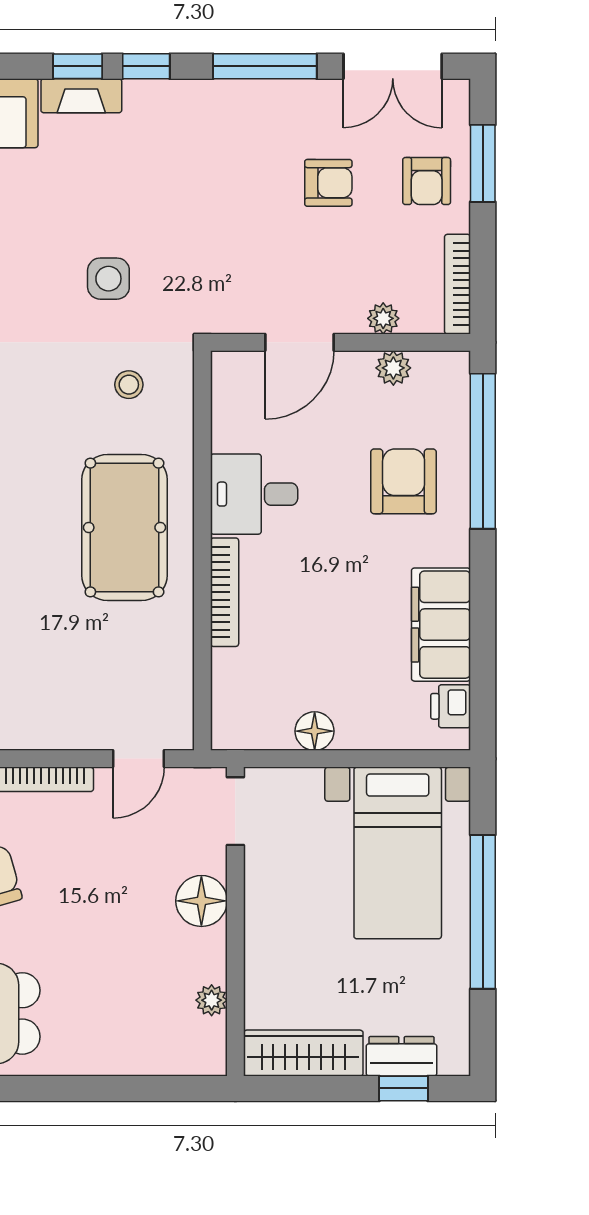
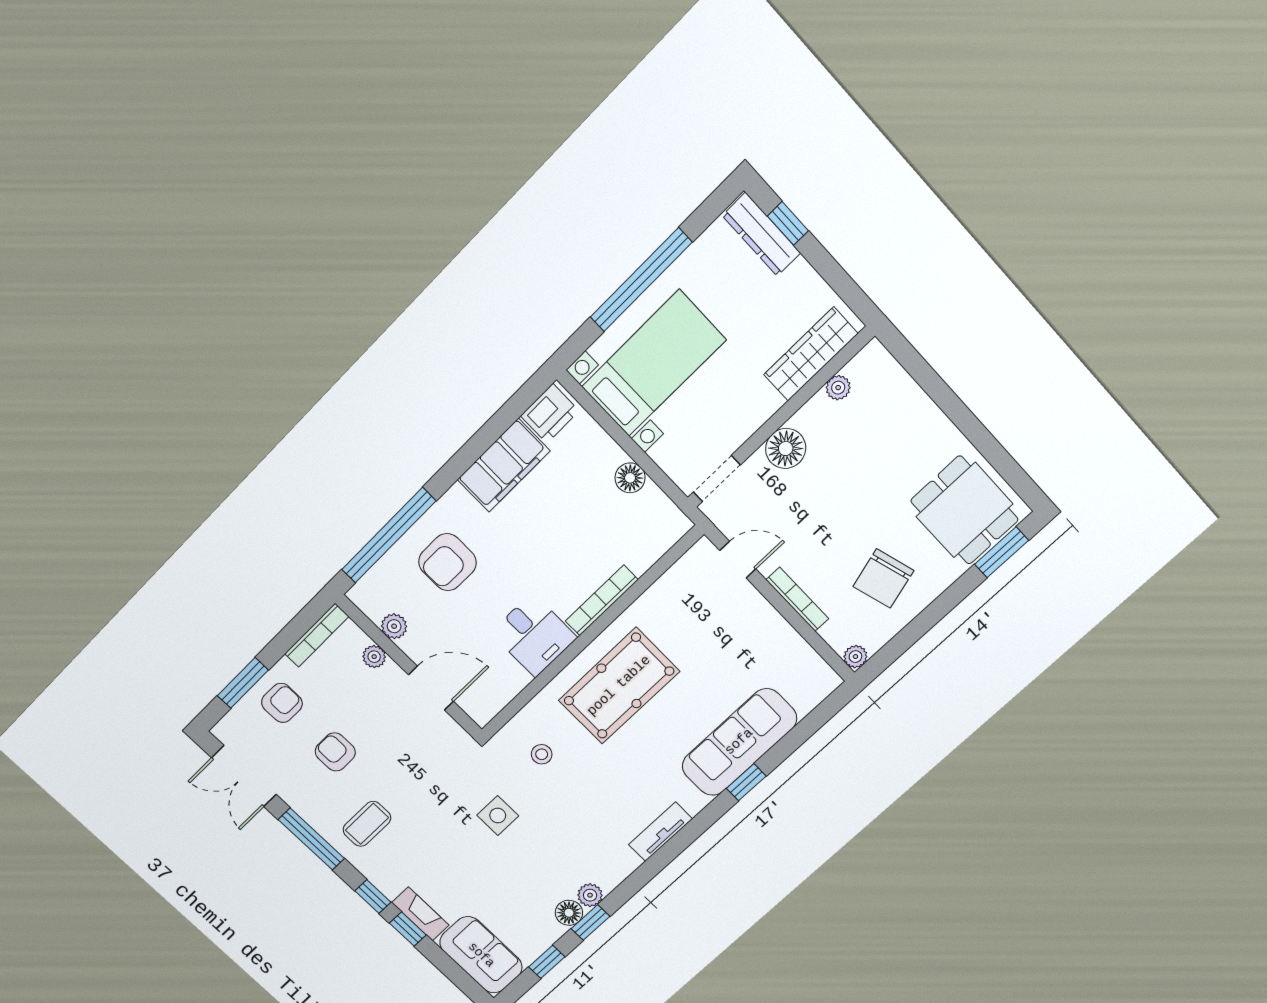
double door: (393, 66) -> (244, 776), swing flipped
coffee table: (226, 139) -> (367, 824), added
printer: (451, 706) -> (550, 413), width x1.36, depth x1.24
wardrobe: (303, 1053) -> (811, 354), moved, turned 90
dresser: (401, 1056) -> (761, 234), width x1.44

